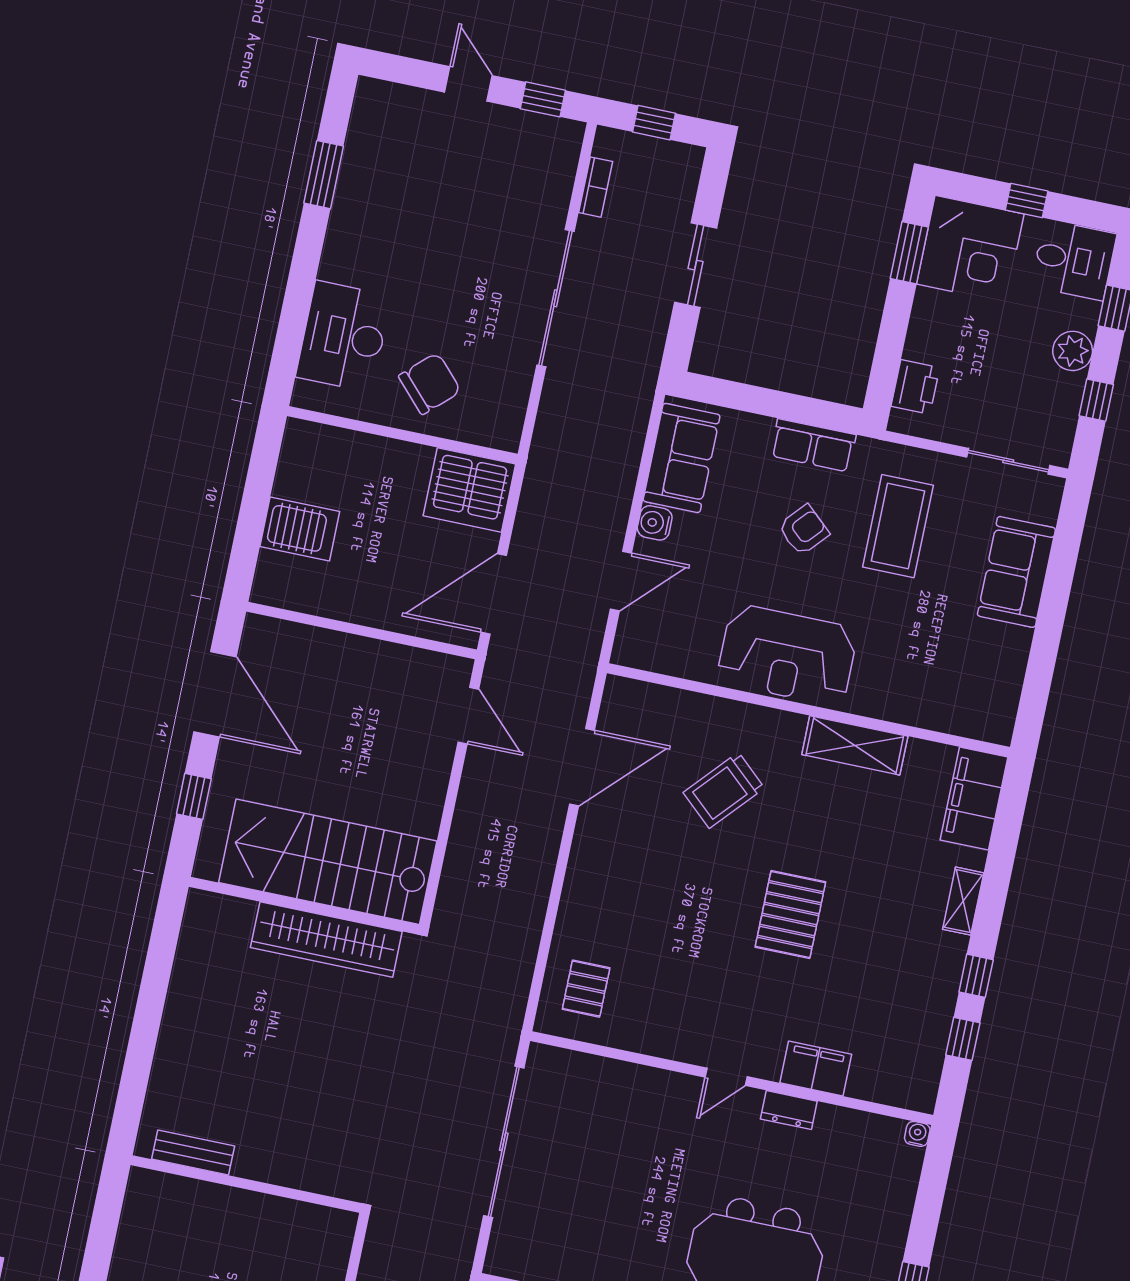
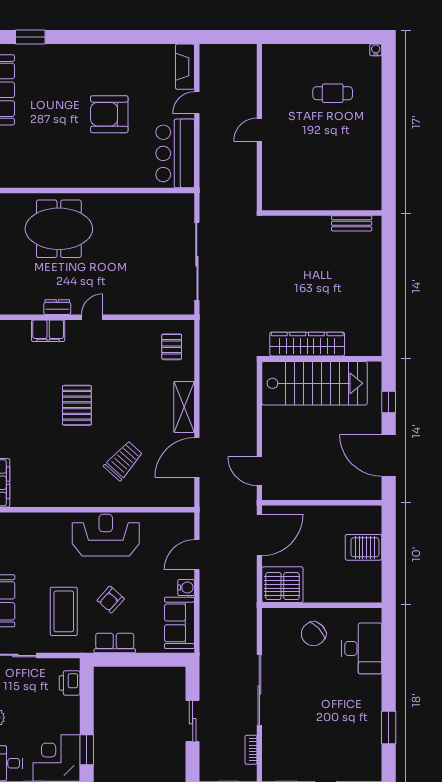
shelving: (855, 745) -> (184, 407), moved, turned 90

